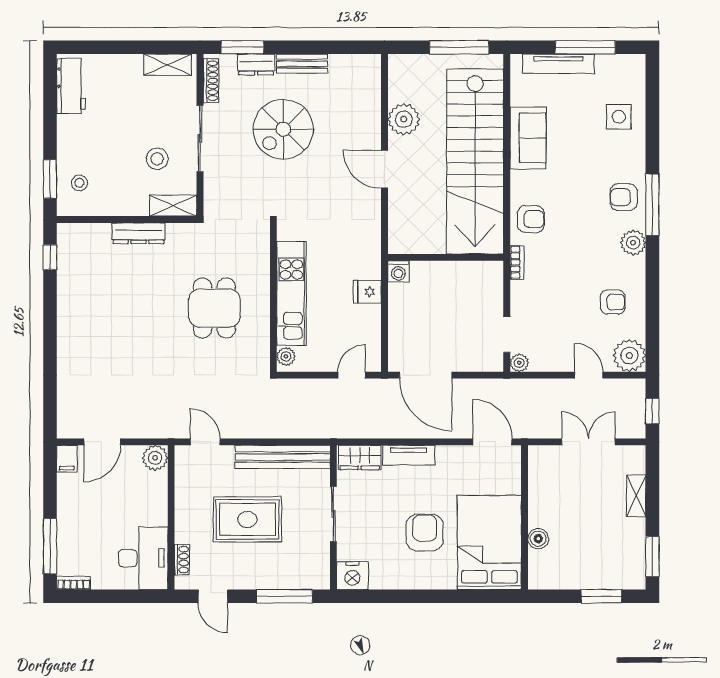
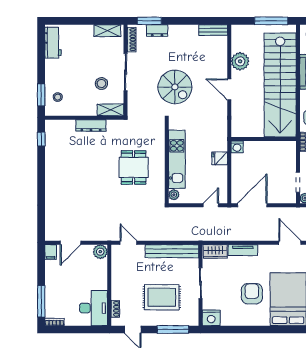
bench: (302, 64) -> (213, 30), moved
spiral stairs: (283, 129) -> (175, 87), moved, turned -90
door: (426, 375) -> (252, 205), swing flipped
rug: (247, 519) -> (162, 297), moved

